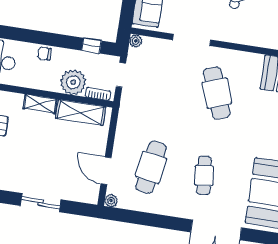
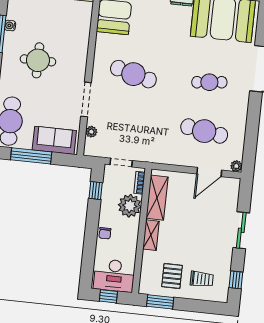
plant: (136, 41) -> (91, 132), moved
cafe table: (217, 93) -> (133, 74), turned 36

